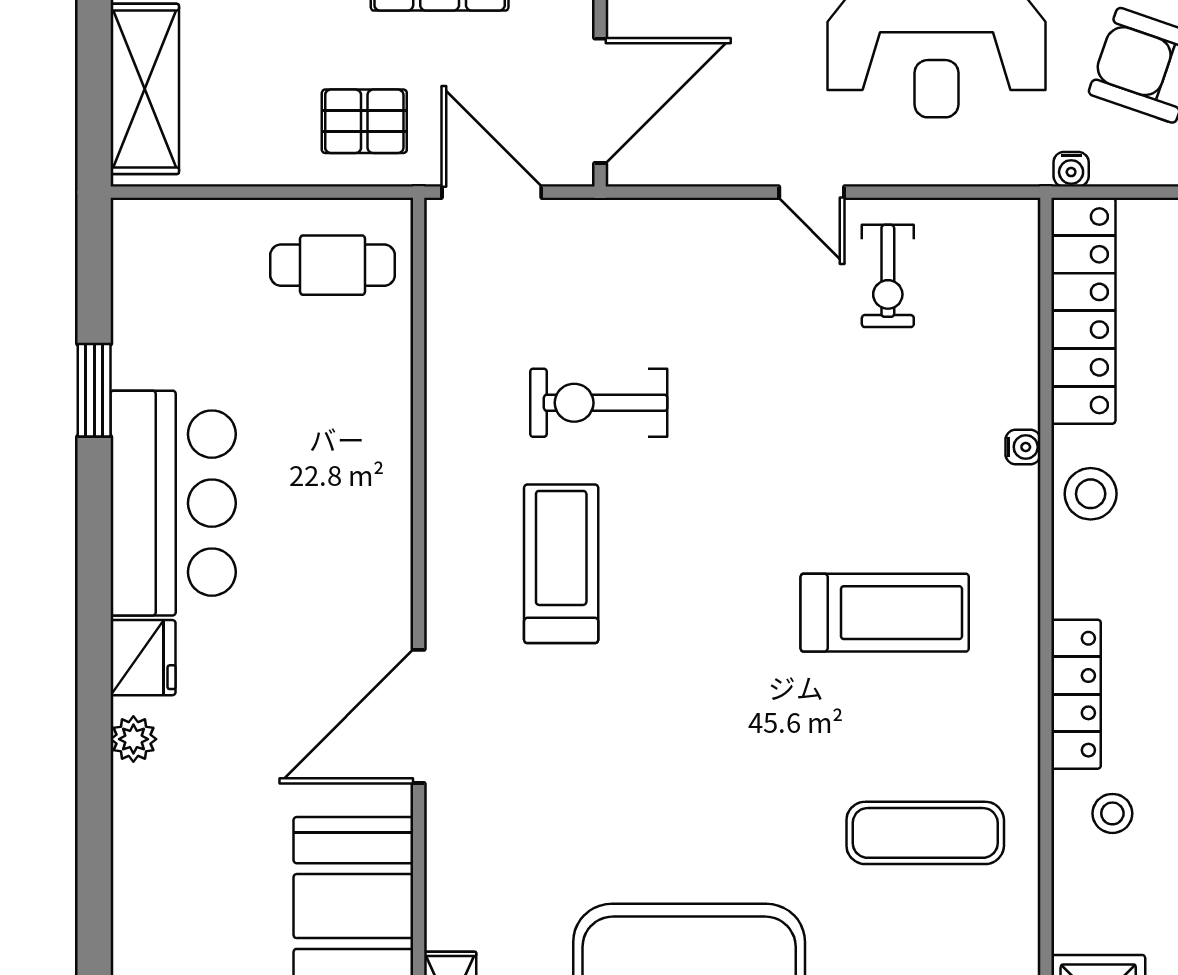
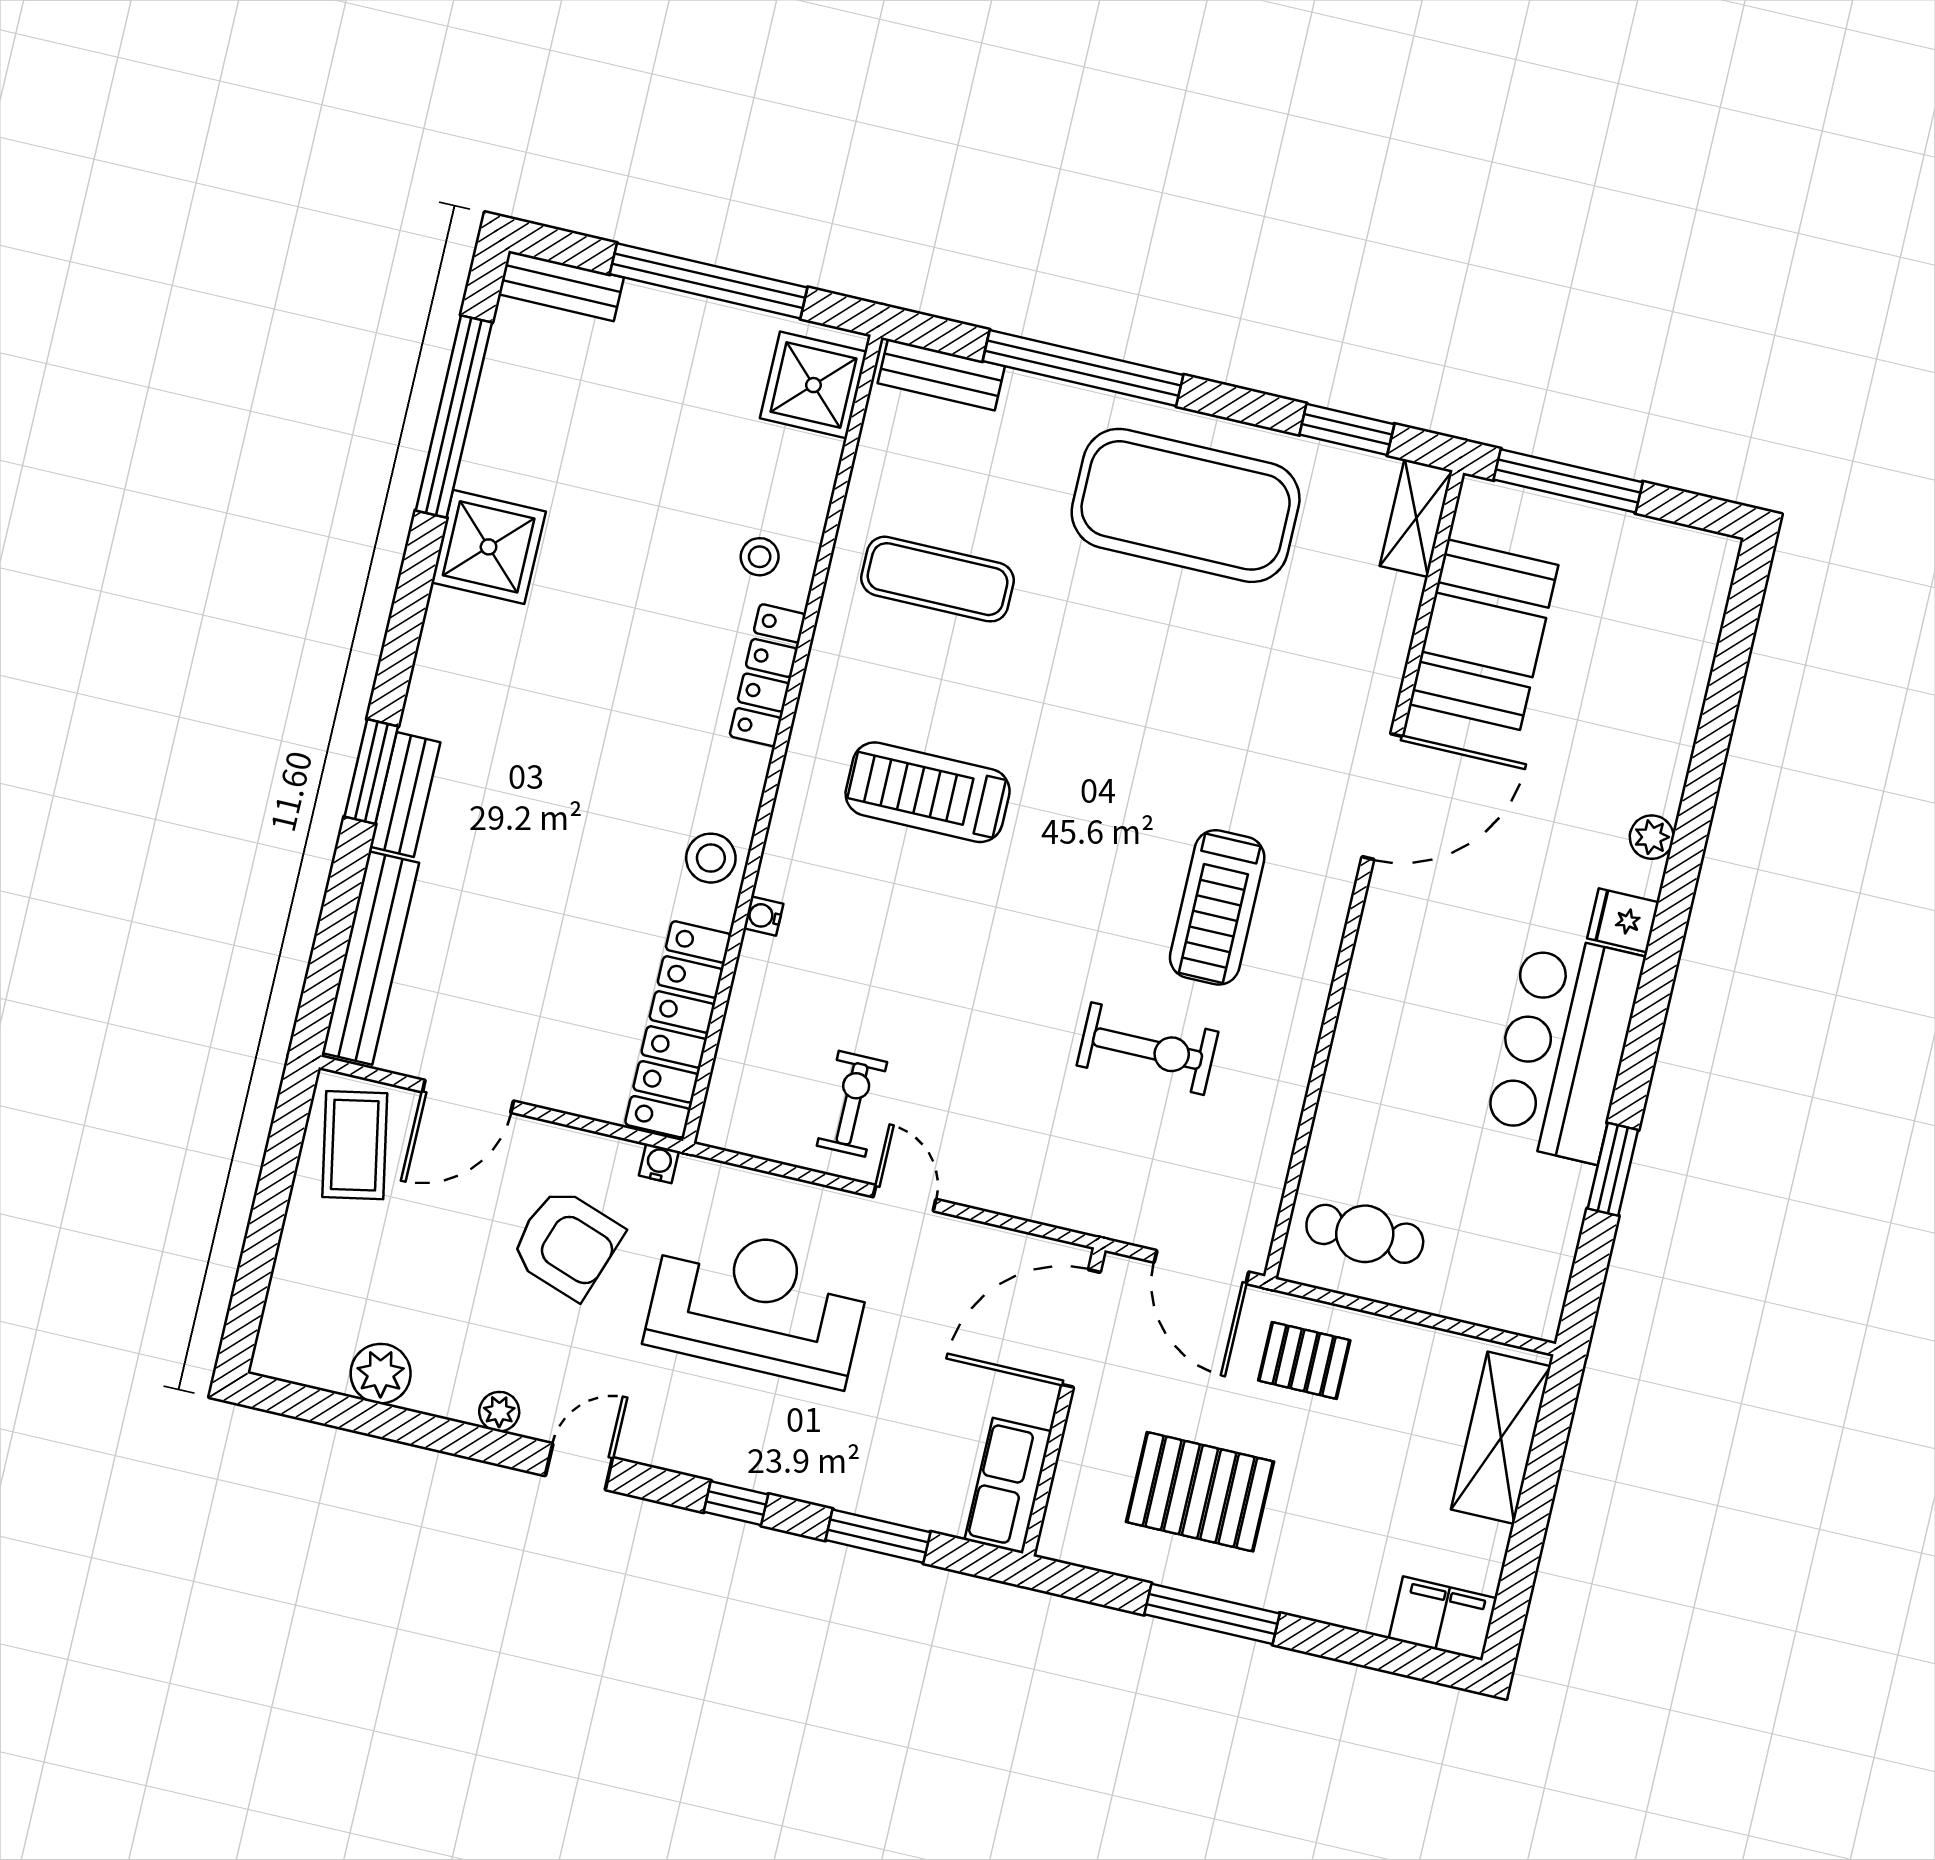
fridge: (143, 658) -> (1623, 920), width x0.72

